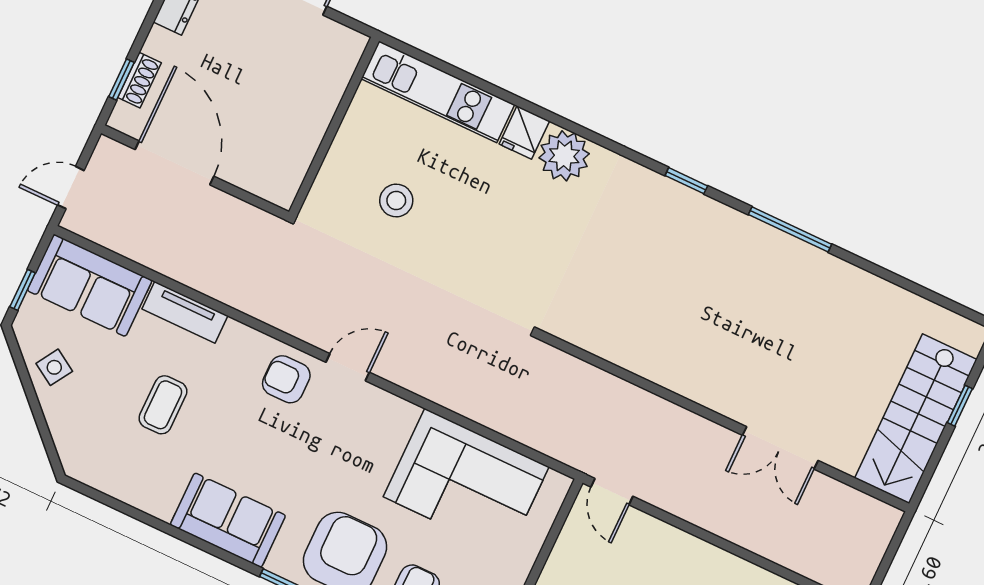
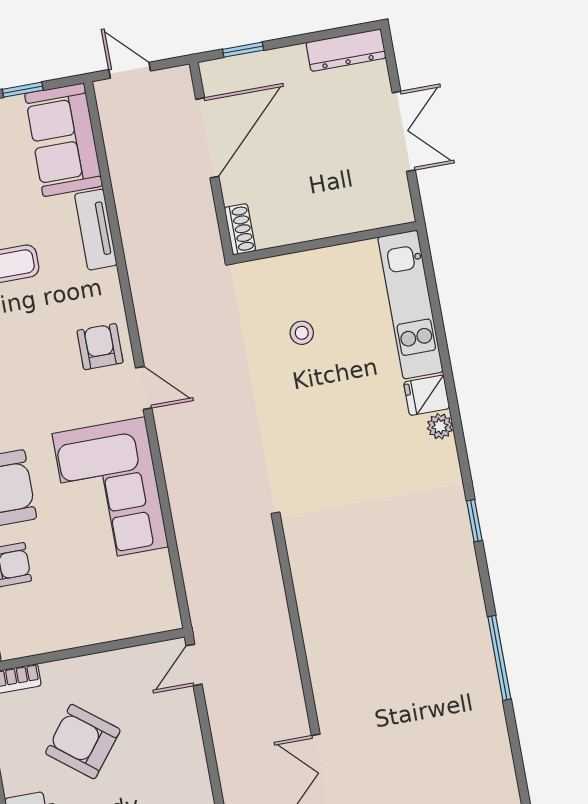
shoe rack: (139, 80) -> (240, 229), moved, turned -90
plant: (564, 156) -> (440, 426), width x0.53, depth x0.53
window: (686, 181) -> (474, 521), moved
stool: (396, 200) -> (302, 333), width x0.73, depth x0.73
corner sofa: (466, 482) -> (110, 490), moved

